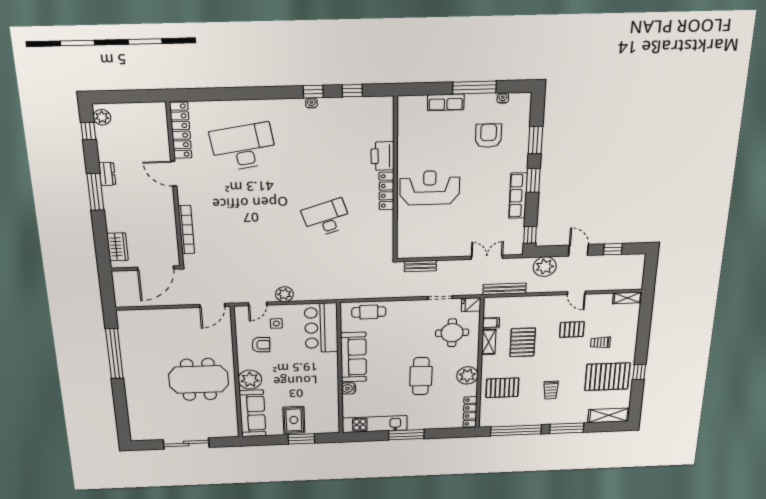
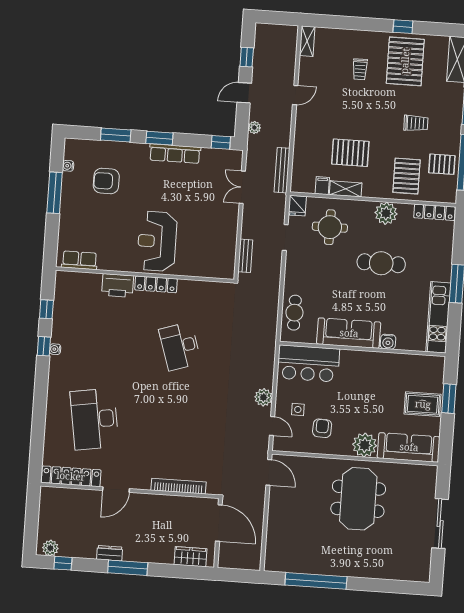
row of seats: (446, 102) -> (79, 260), moved, turned -90
plant: (545, 267) -> (254, 127), width x0.53, depth x0.53
pallet: (572, 329) -> (442, 164), moved, turned 90

